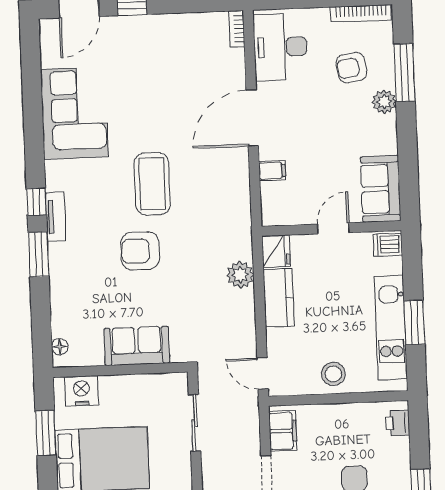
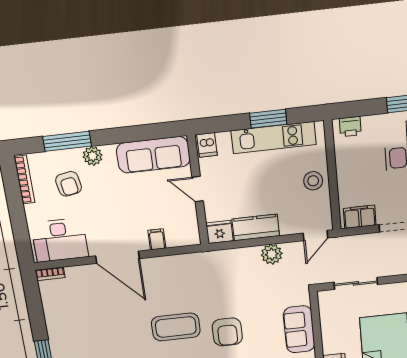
sofa: (381, 189) -> (153, 155), width x1.36
plant: (240, 275) -> (272, 254), moved

